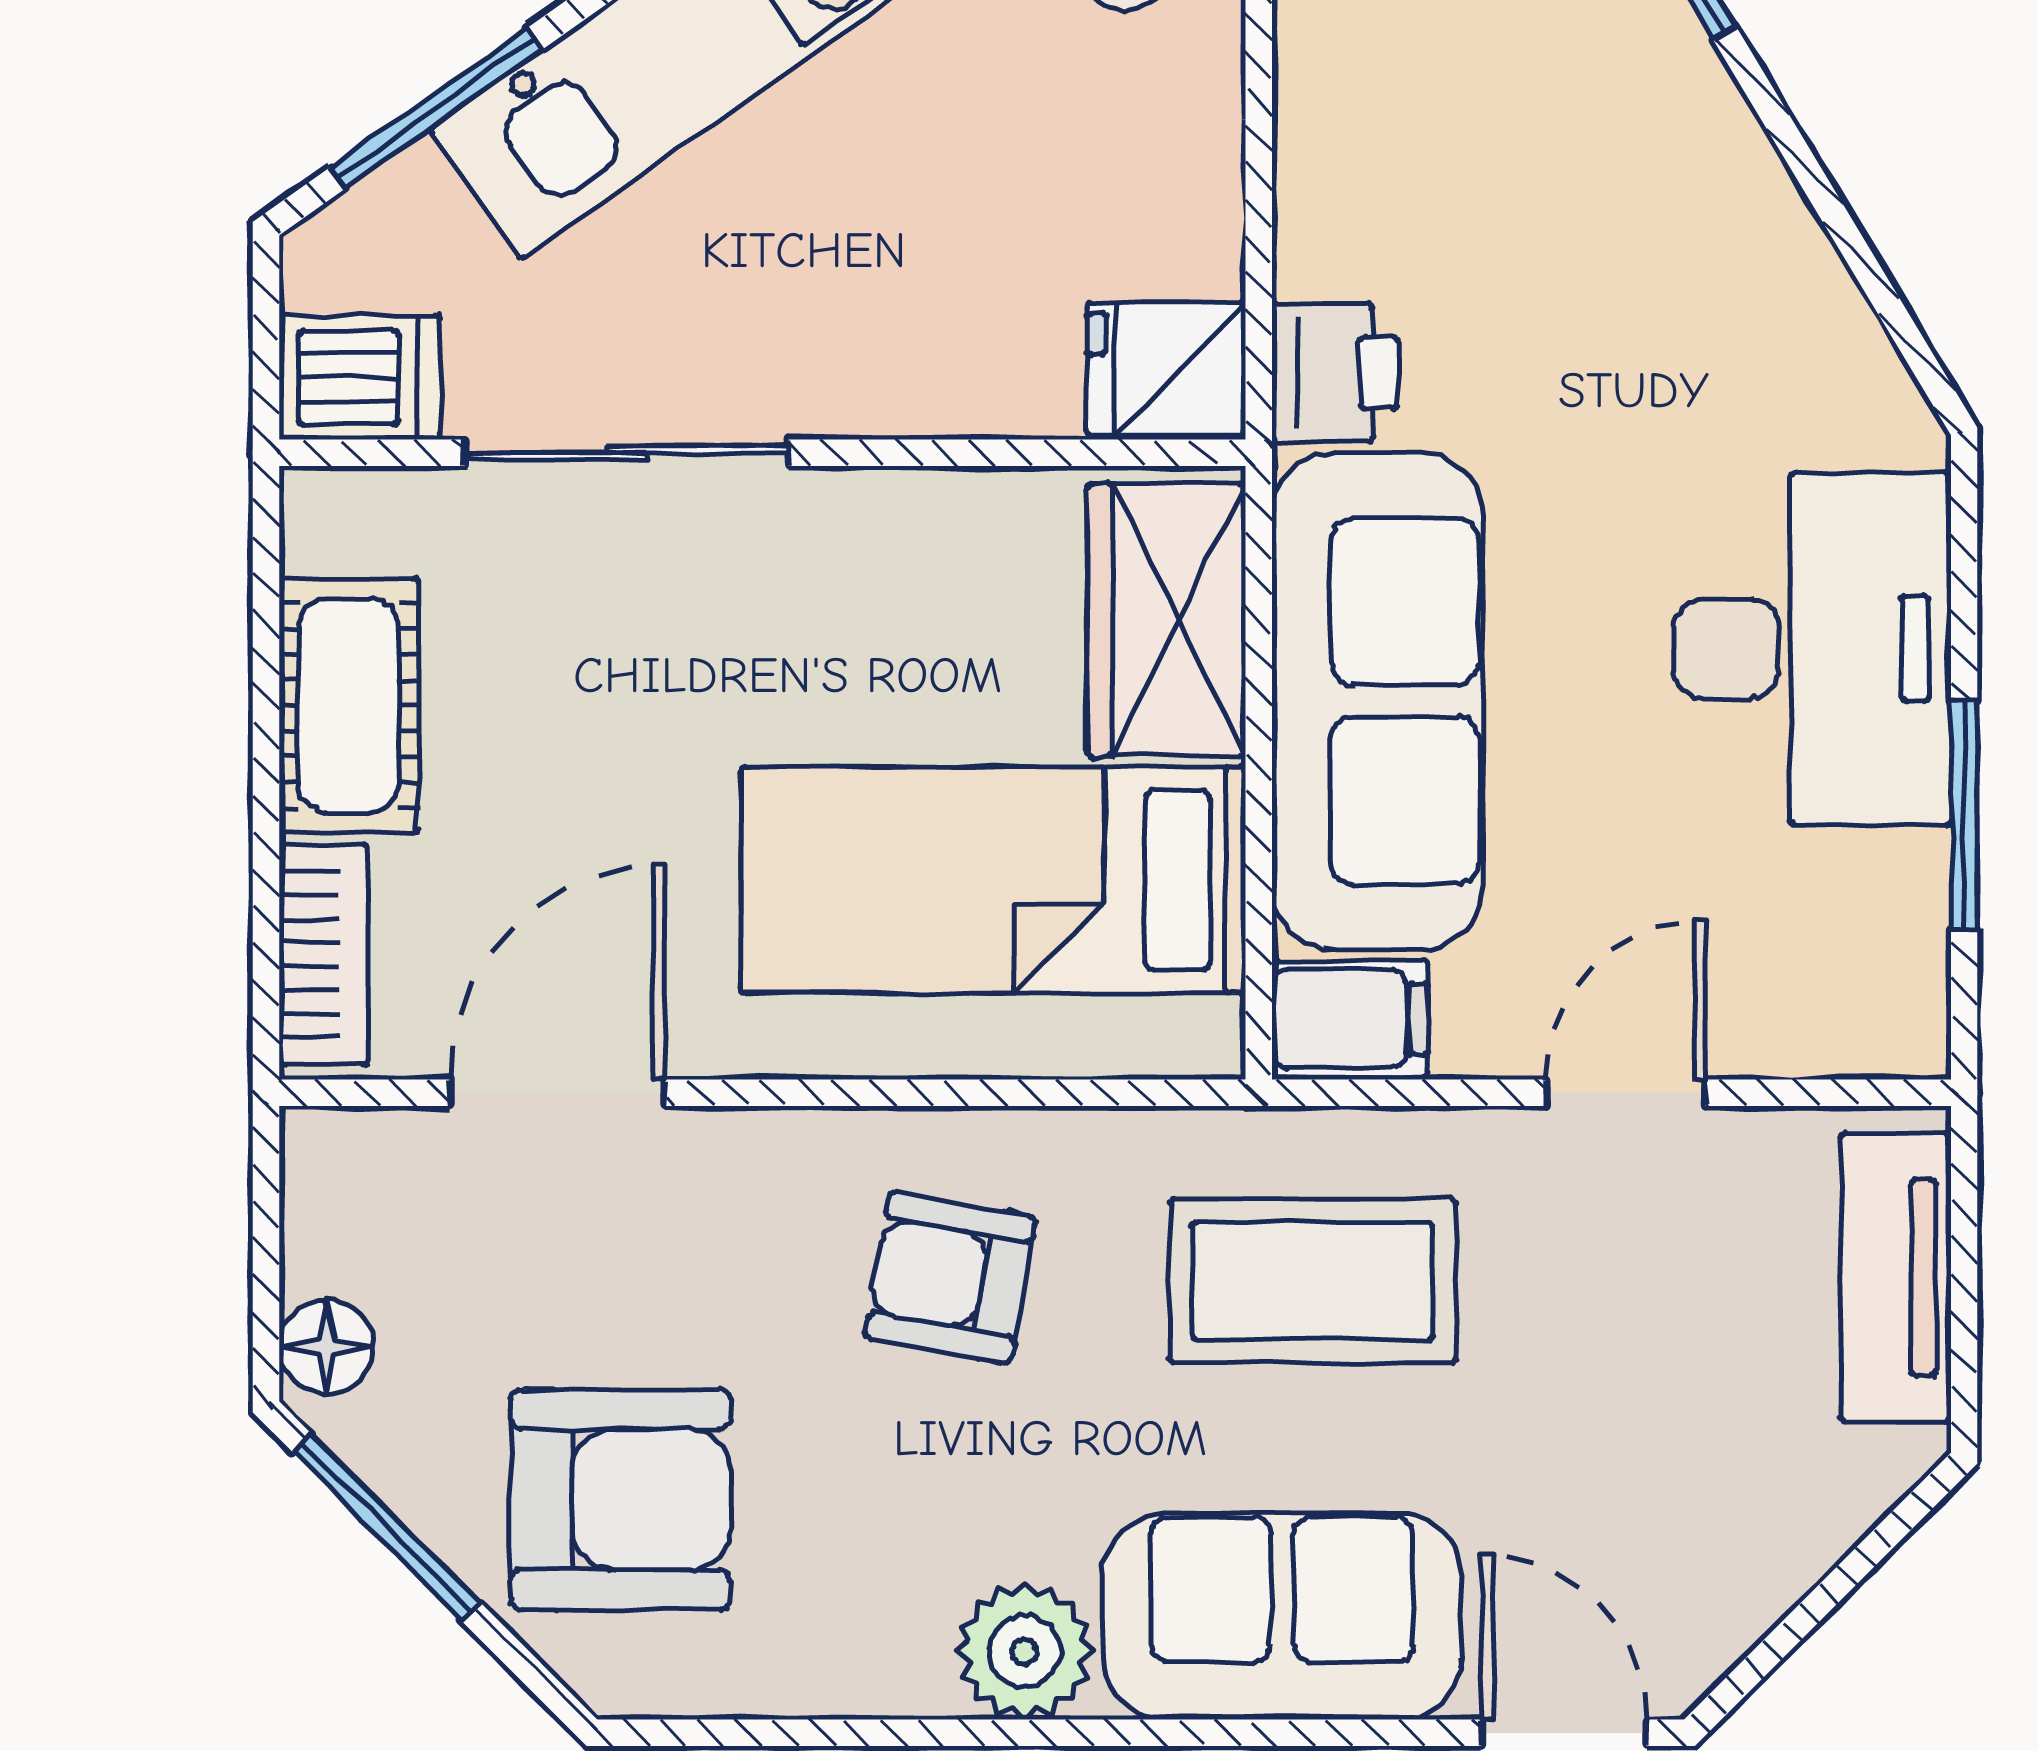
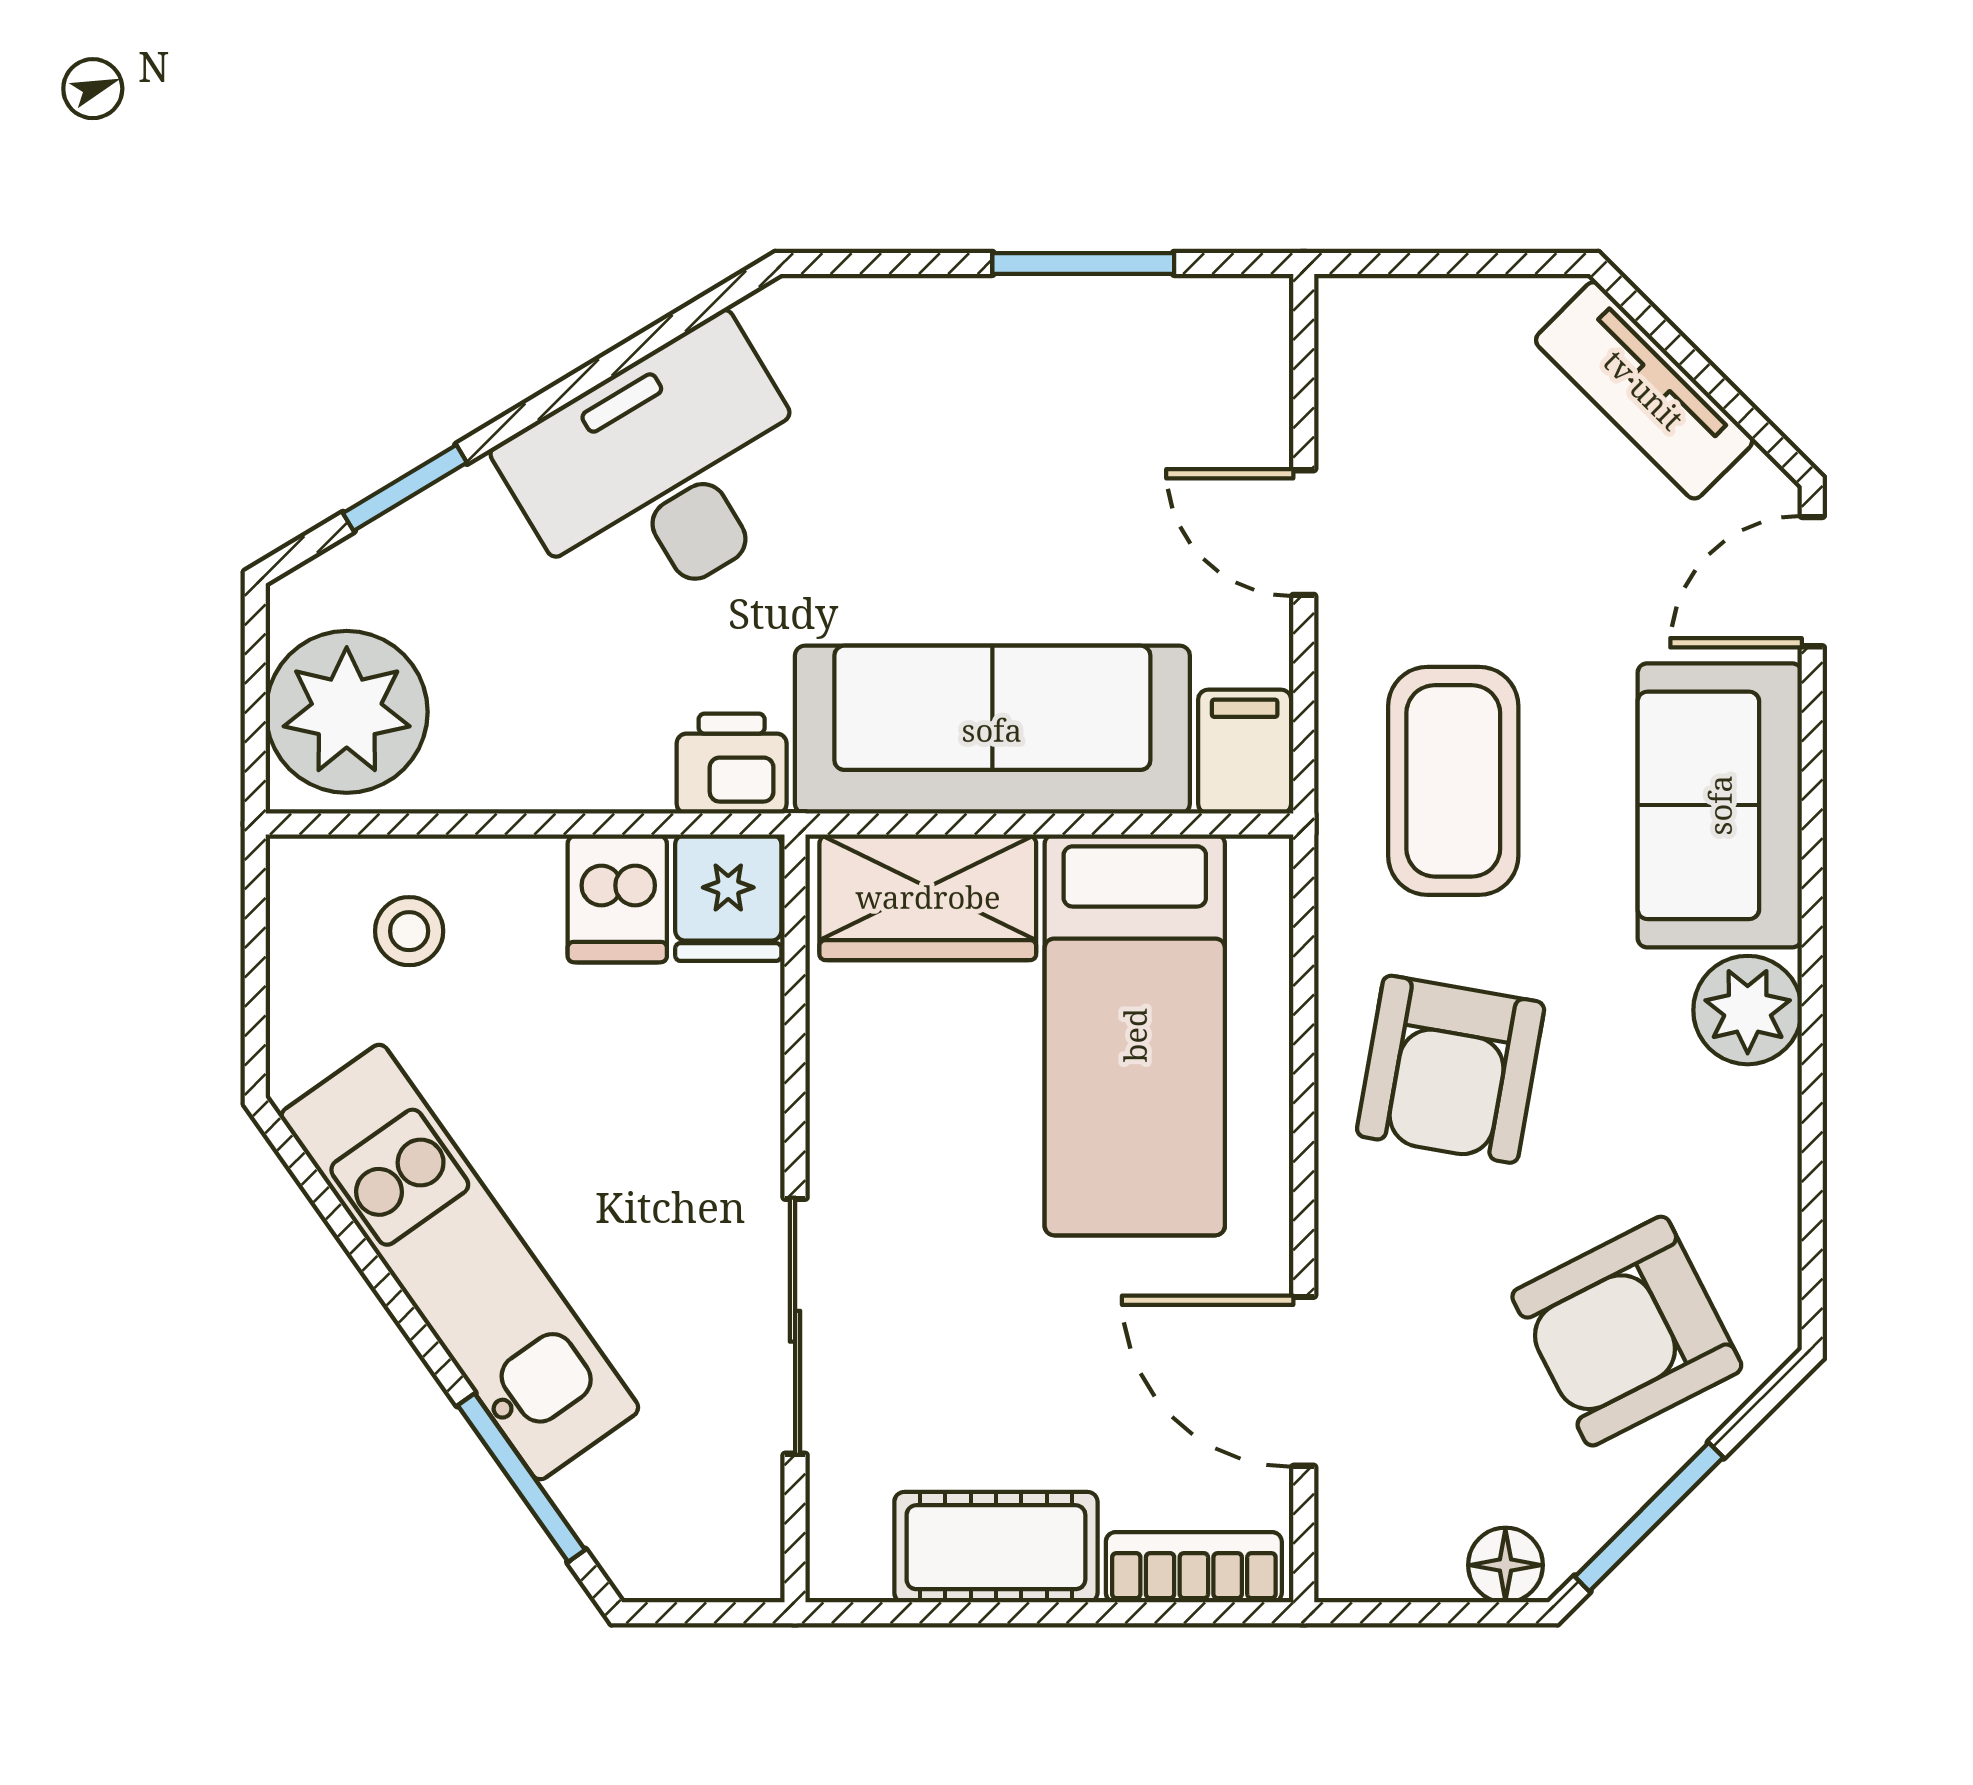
dishwasher: (360, 377) -> (617, 898), moved, turned 180
desk: (1812, 649) -> (664, 473), moved, turned -31
tv unit: (1896, 1277) -> (1644, 390), moved, turned 45
armchair: (950, 1278) -> (1451, 1069), width x1.38, depth x1.38
armchair: (621, 1499) -> (1627, 1331), turned -117

